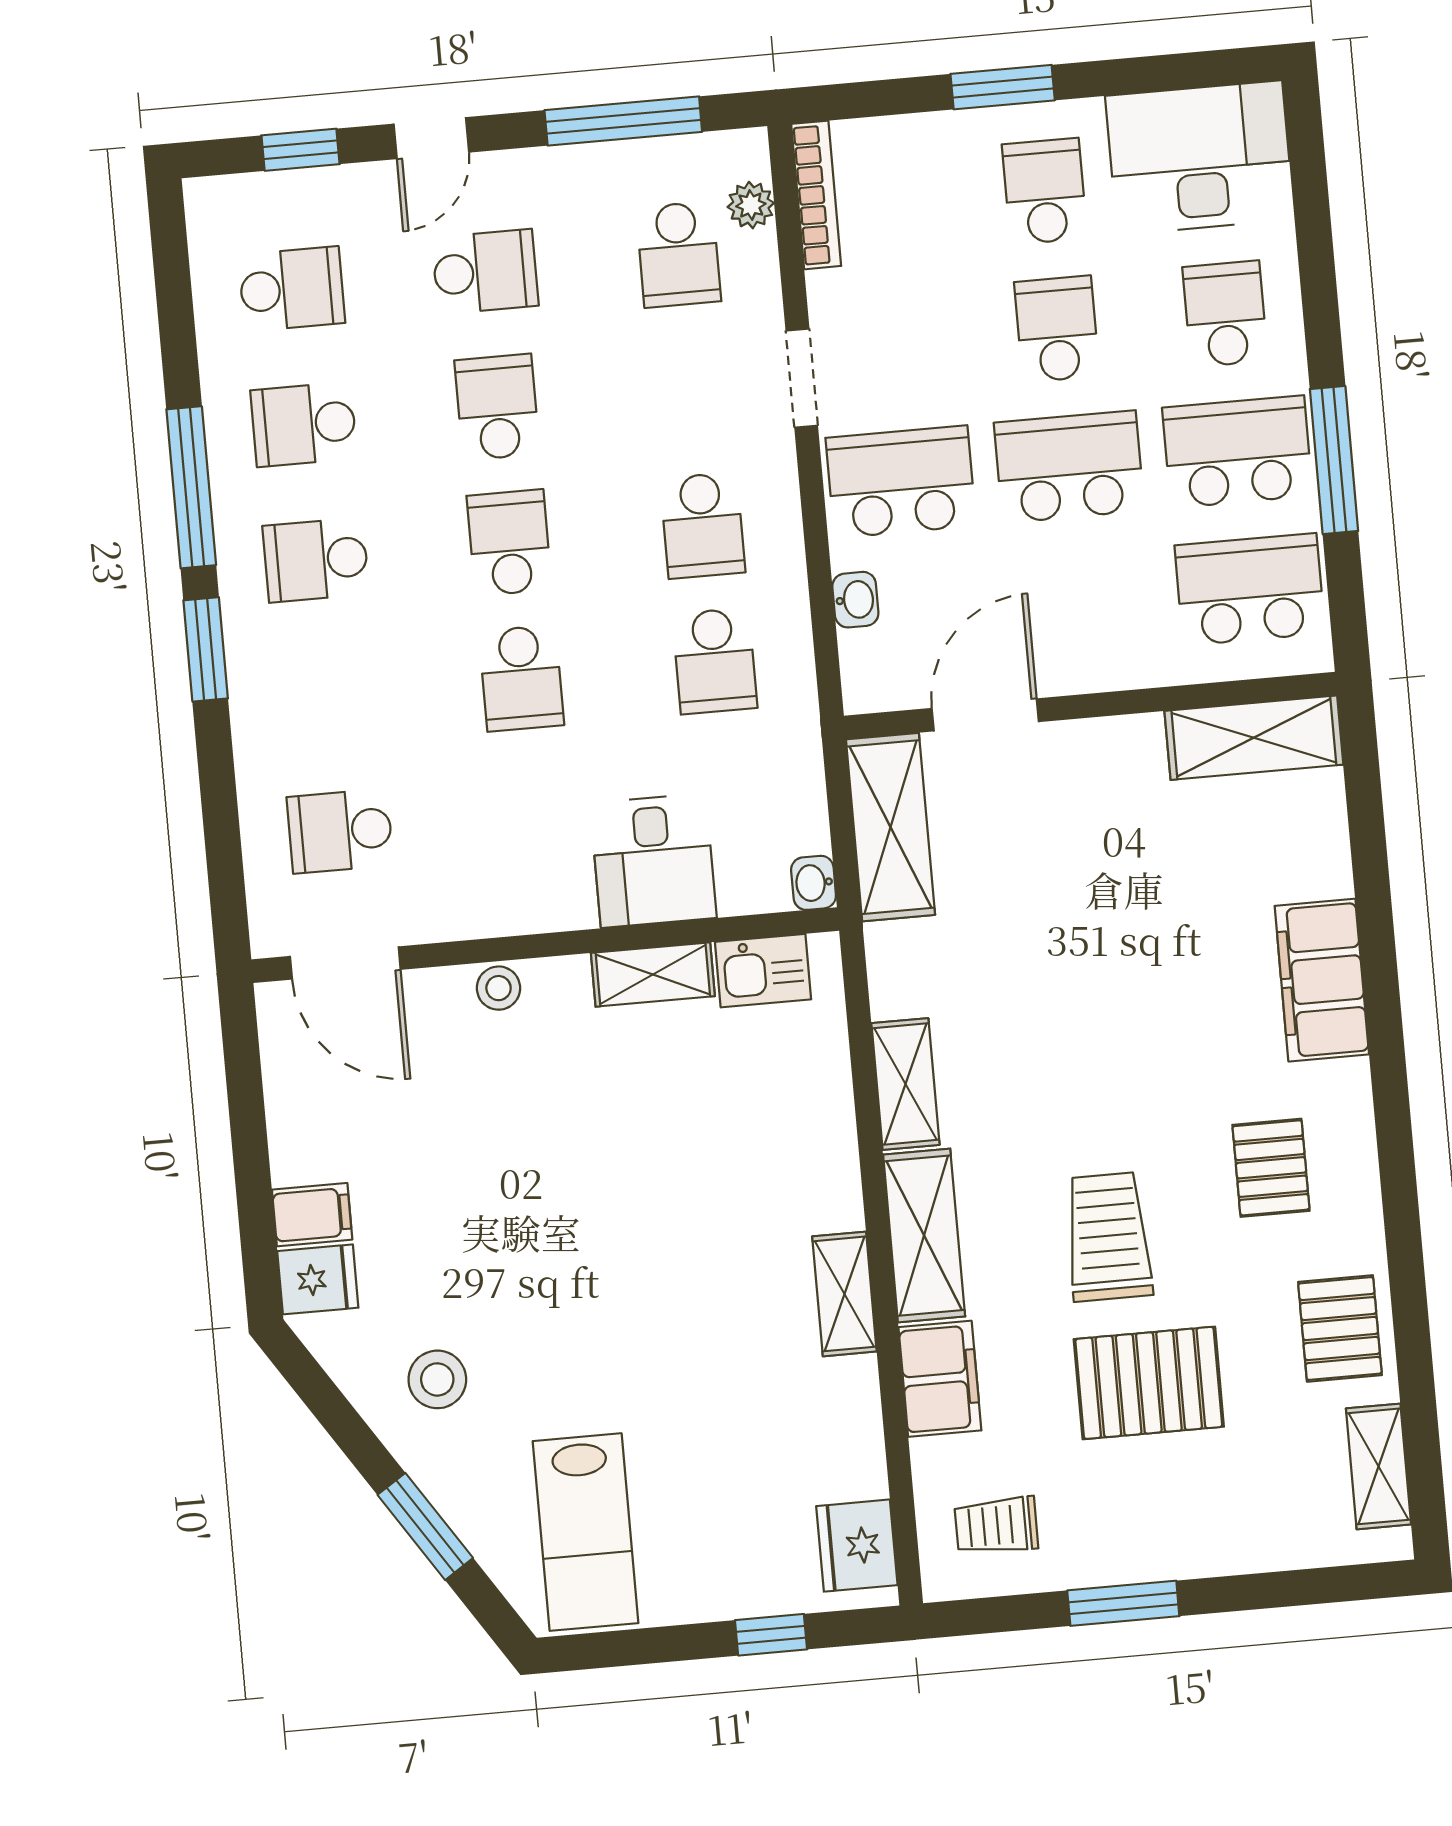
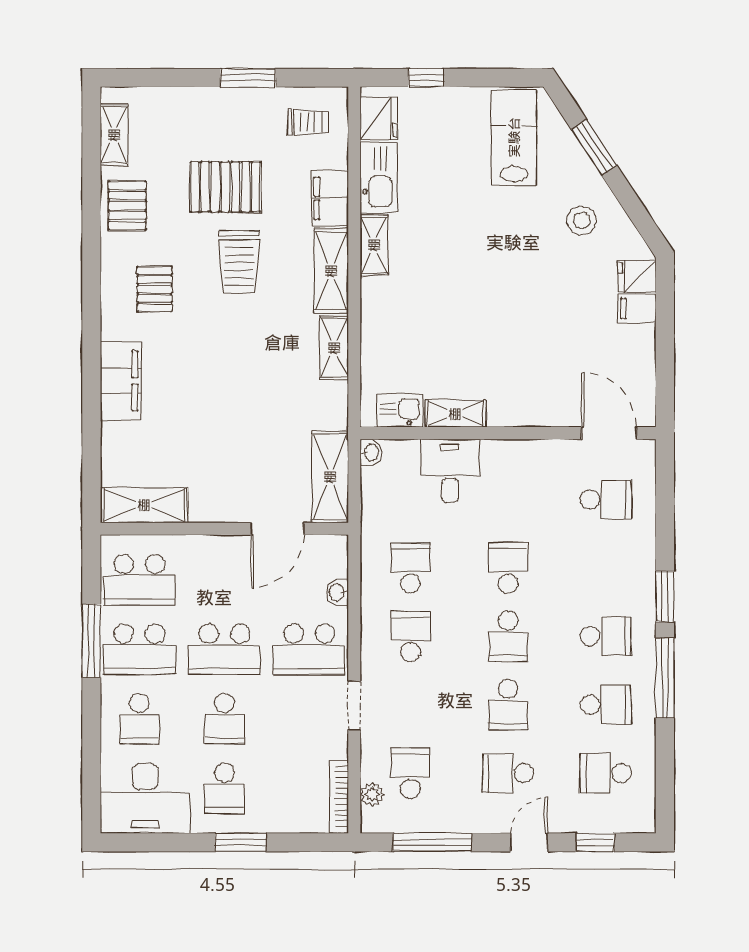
stool: (499, 988) -> (533, 414), removed
kitchen sink: (847, 1429) -> (379, 178), added

